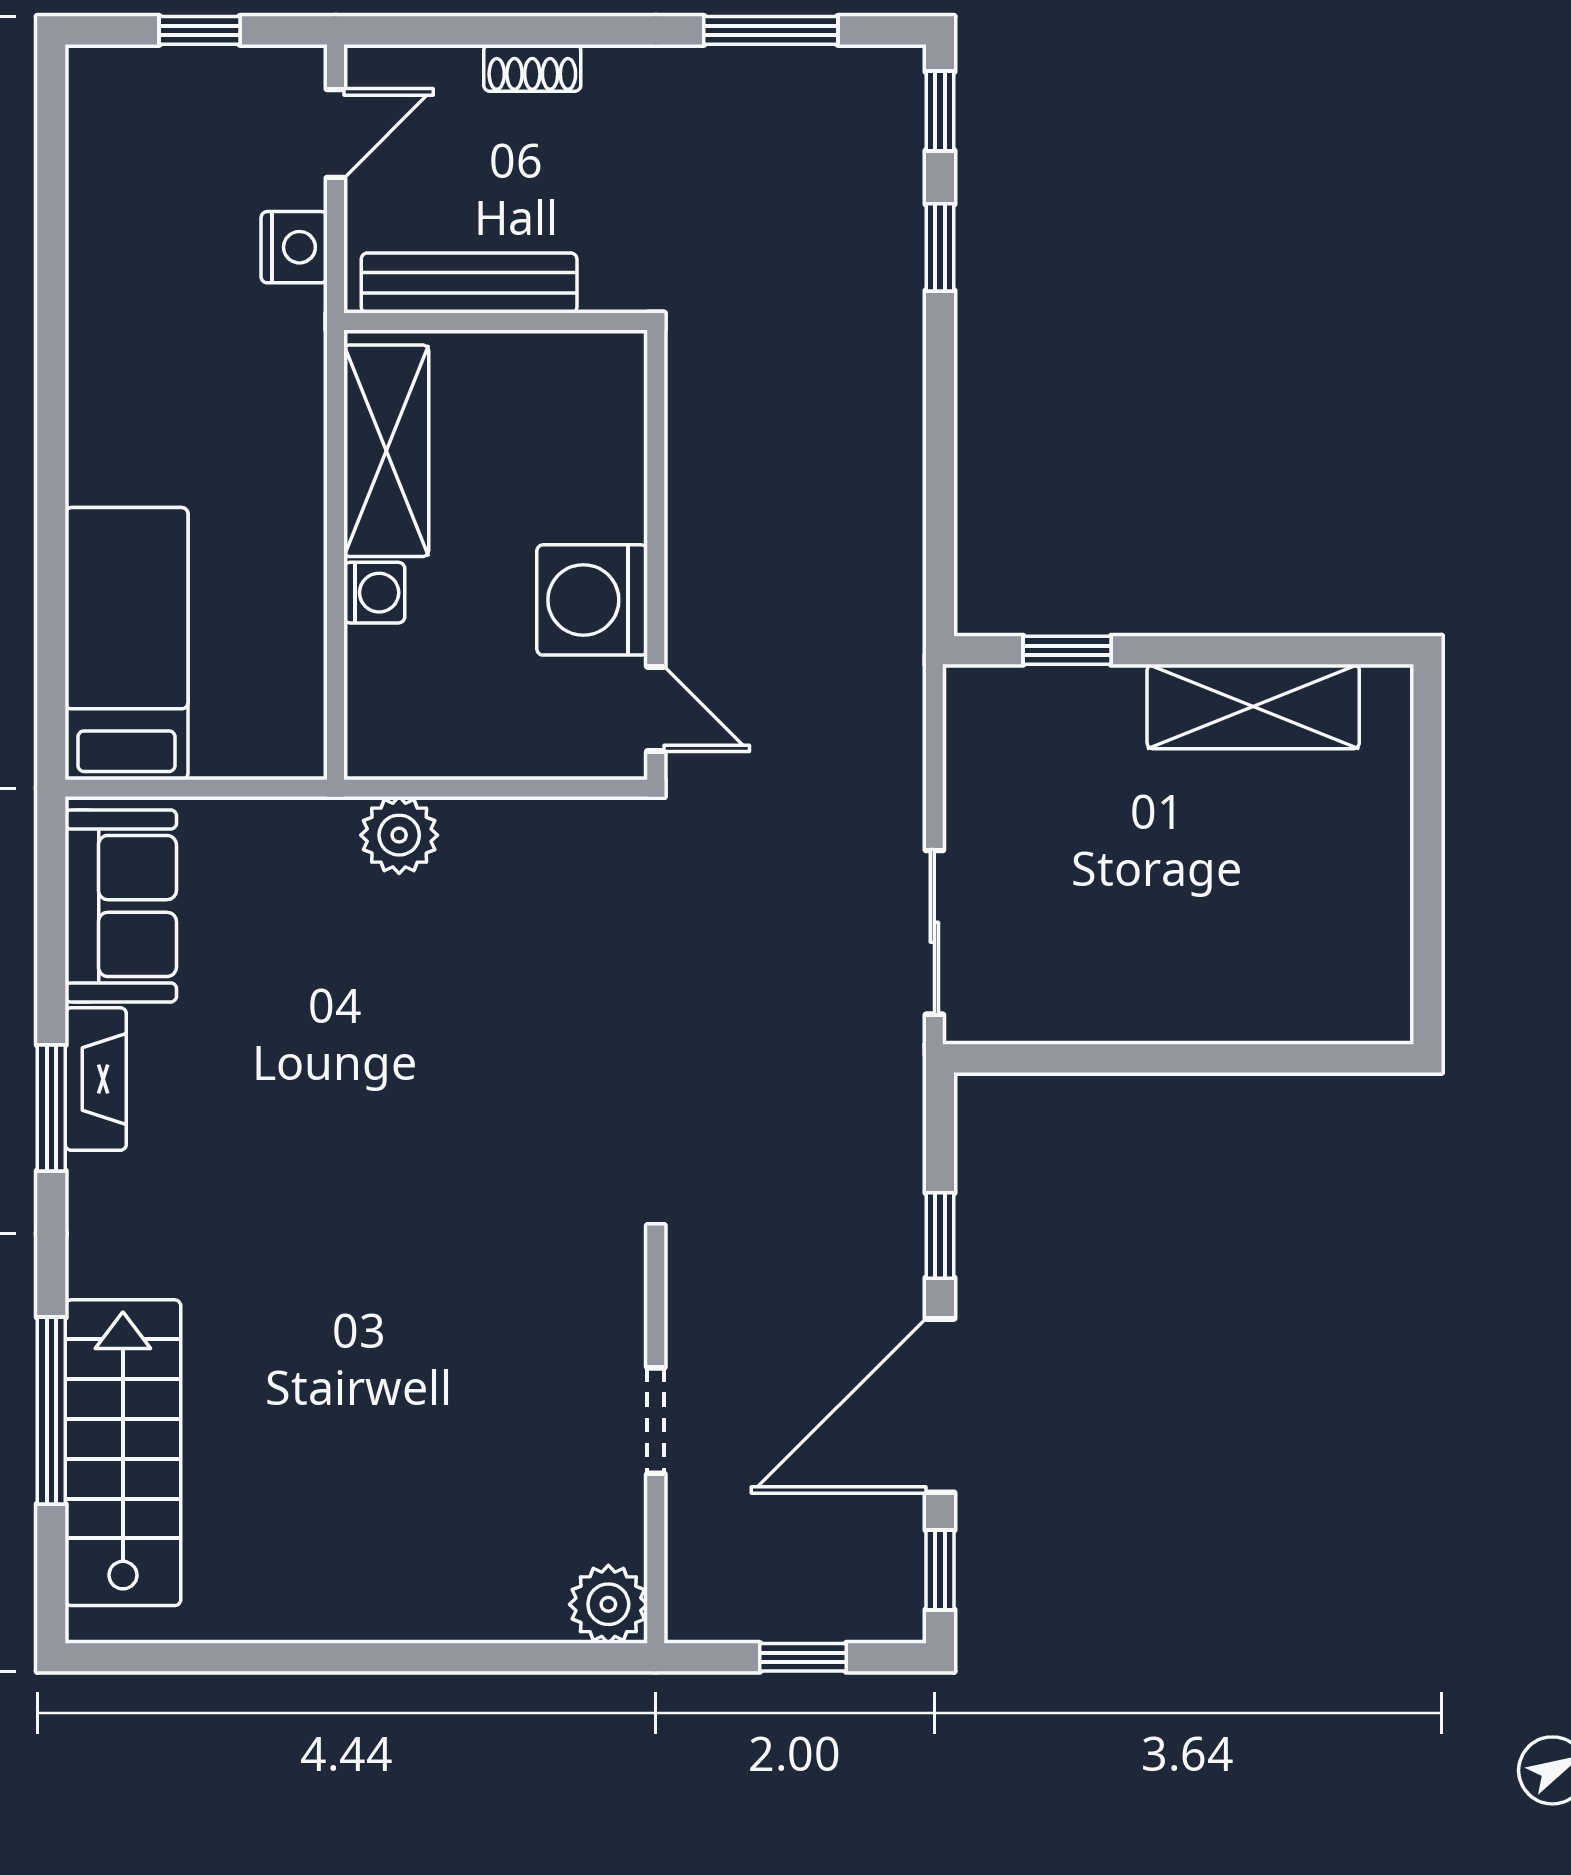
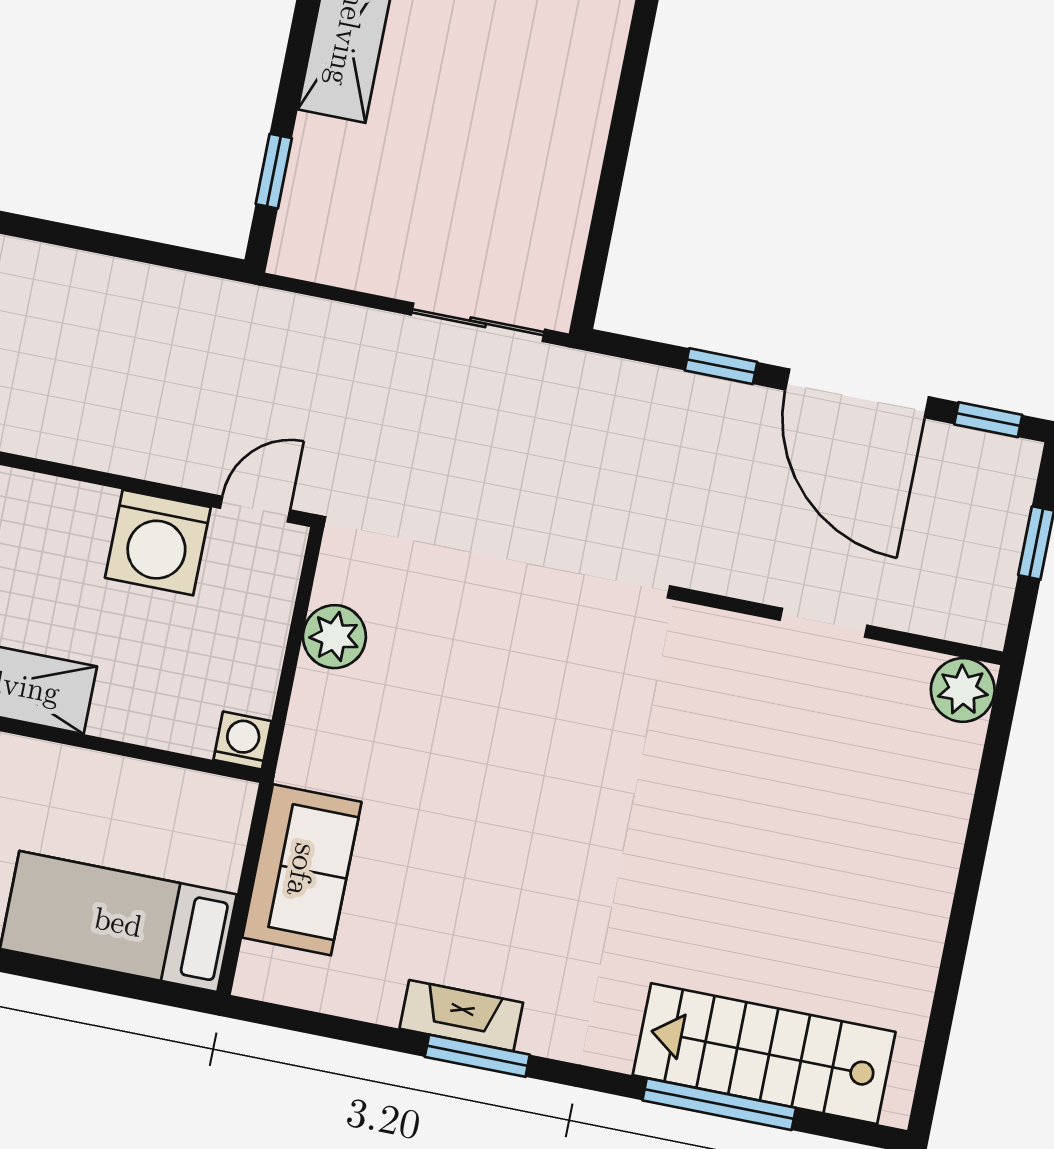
washing machine: (374, 593) -> (242, 741), moved
plant: (399, 835) -> (334, 637), moved
sofa: (121, 906) -> (302, 870), moved, turned 90

